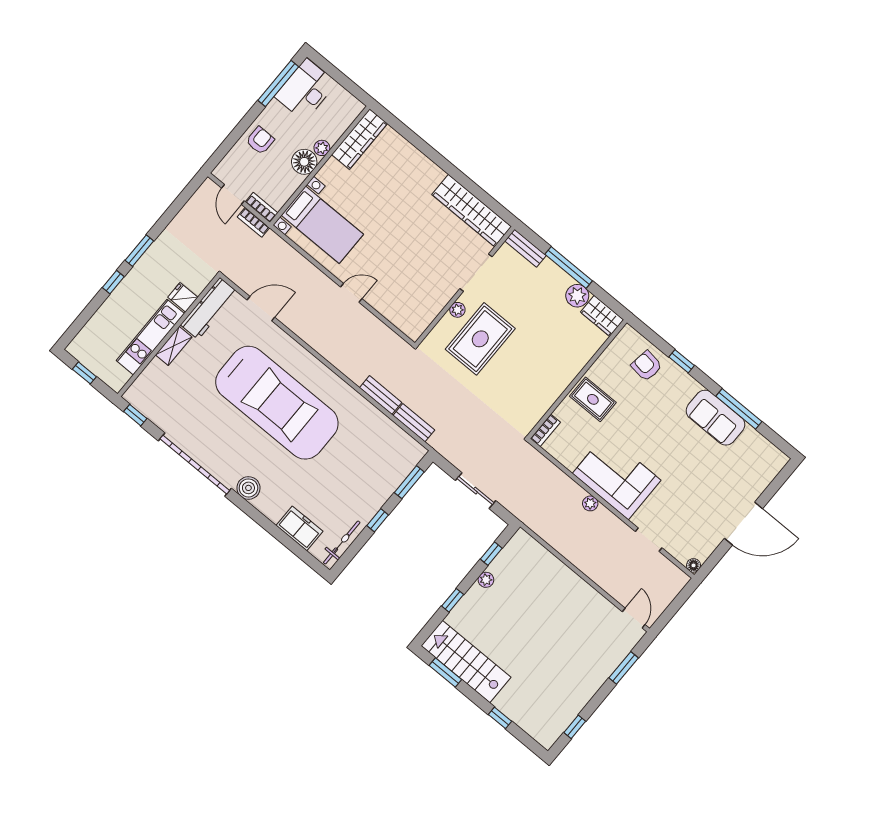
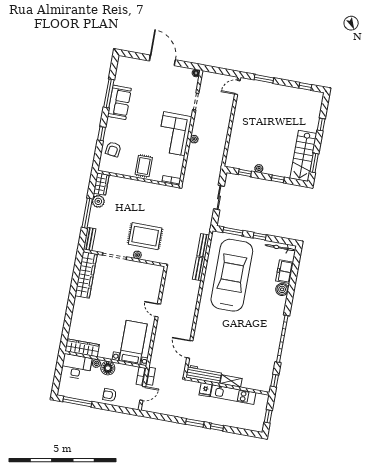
desk: (306, 90) -> (76, 367), moved, turned 180
car: (277, 403) -> (232, 275), moved
boiler: (248, 488) -> (282, 289), moved

